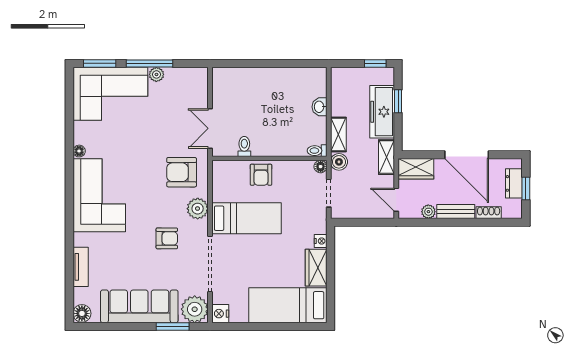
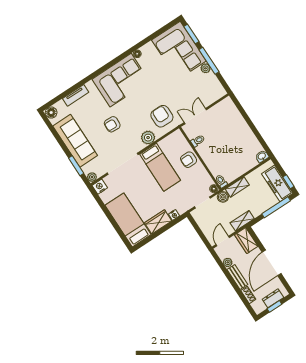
window: (398, 101) -> (276, 207), width x2.17
washbasin: (319, 107) -> (262, 156), moved
freezer: (382, 112) -> (277, 183), moved, turned -90
armchair: (167, 238) -> (112, 124), moved, turned 92
plant: (195, 309) -> (92, 177), width x0.53, depth x0.53

